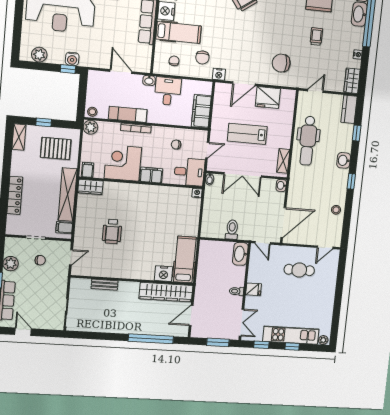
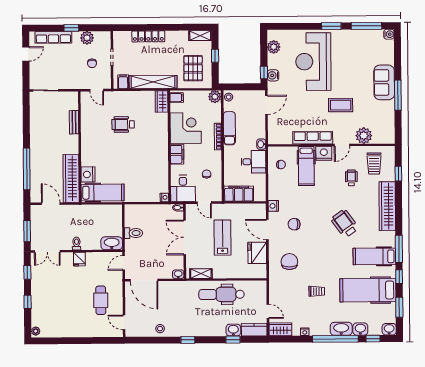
chair: (202, 57) -> (294, 224), moved
door: (121, 72) -> (266, 105), moved
door: (315, 91) -> (268, 311), moved
washbasin: (344, 160) -> (233, 330), moved
kitchen unit: (291, 335) -> (38, 299), removed

